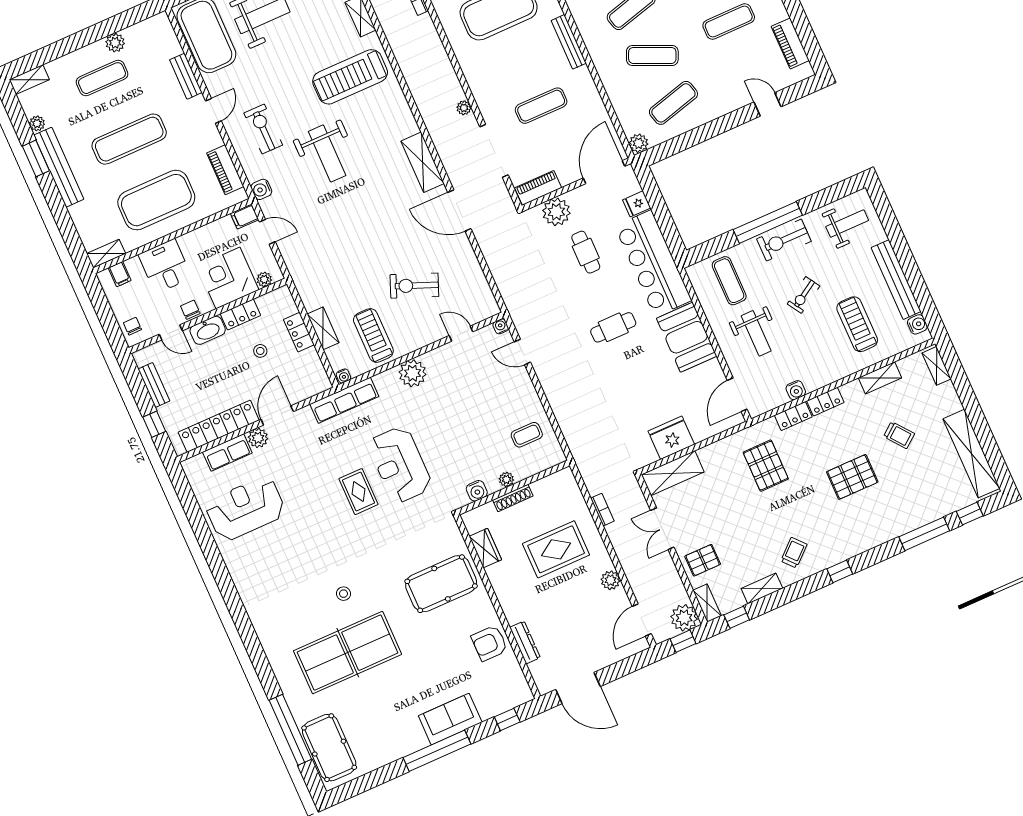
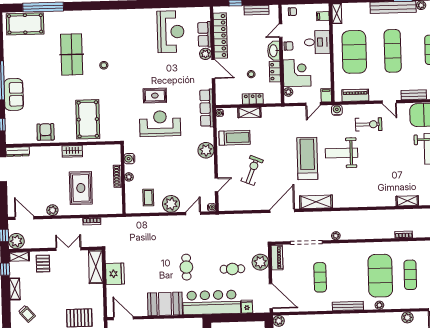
treadmill: (350, 77) -> (307, 158), moved
plant: (522, 394) -> (171, 204), added
wardrobe: (485, 548) -> (72, 151), moved
dresser: (525, 642) -> (18, 152), moved
table tennis table: (348, 653) -> (72, 54), width x0.73, depth x0.76

